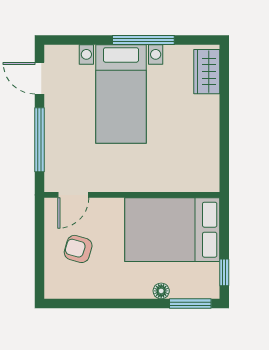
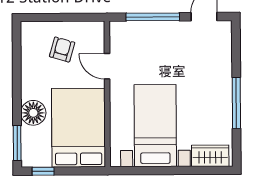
bed with nightstands: (121, 94) -> (155, 126), moved, turned 90
door: (73, 195) -> (107, 66), moved
floor lamp: (161, 291) -> (33, 113), width x1.89, depth x1.89

